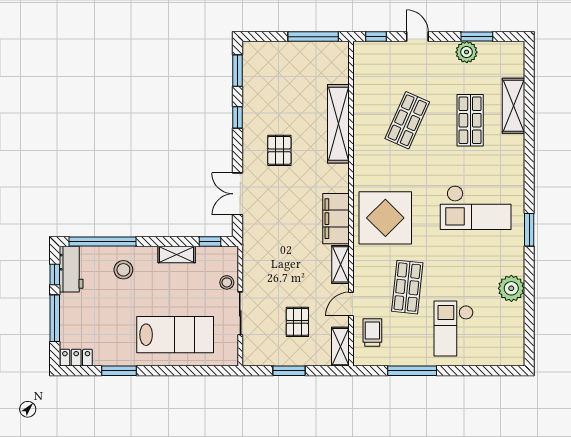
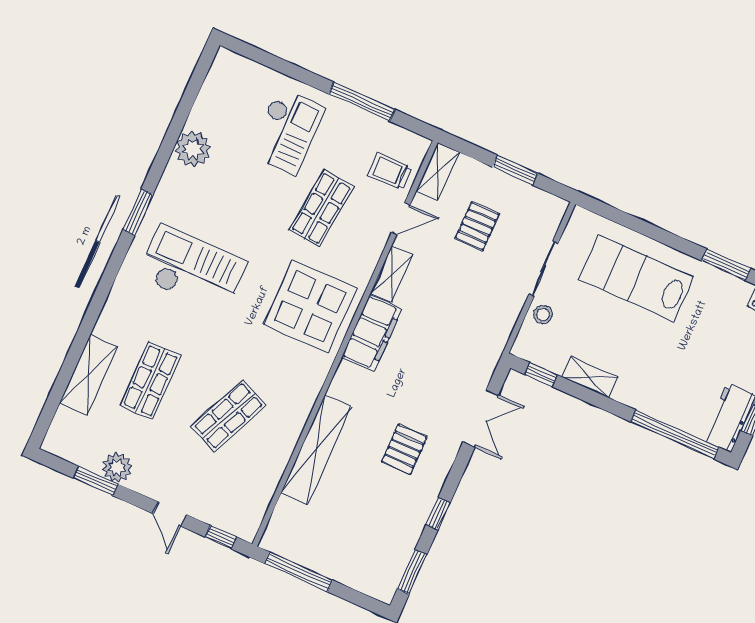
stool: (123, 270) -> (664, 388), removed
trolley: (372, 332) -> (390, 171), turned 90

